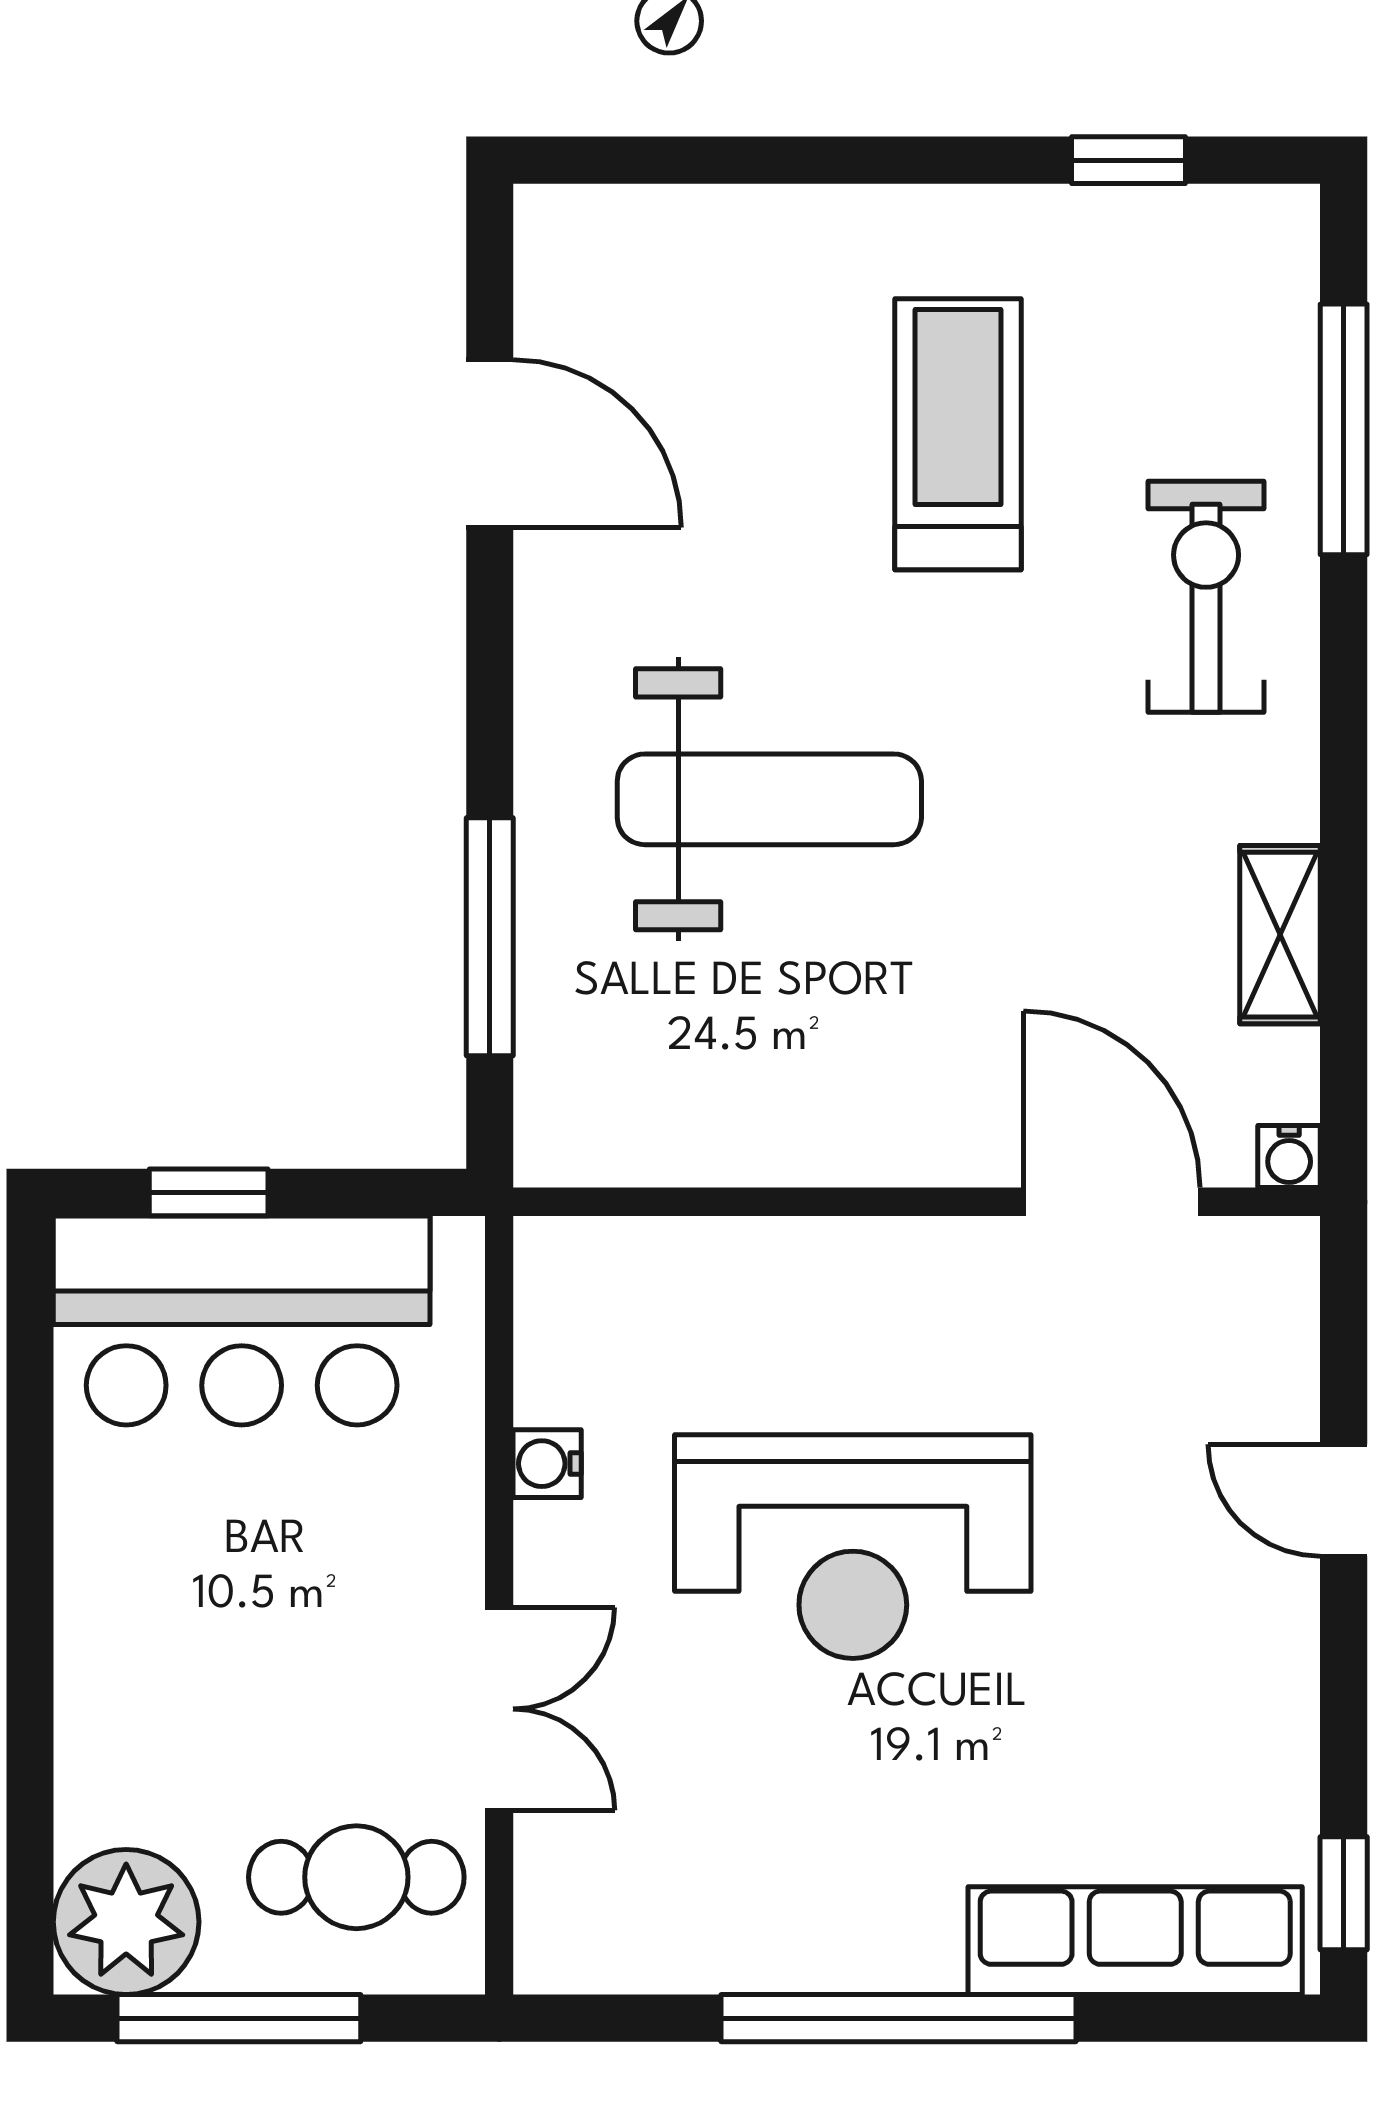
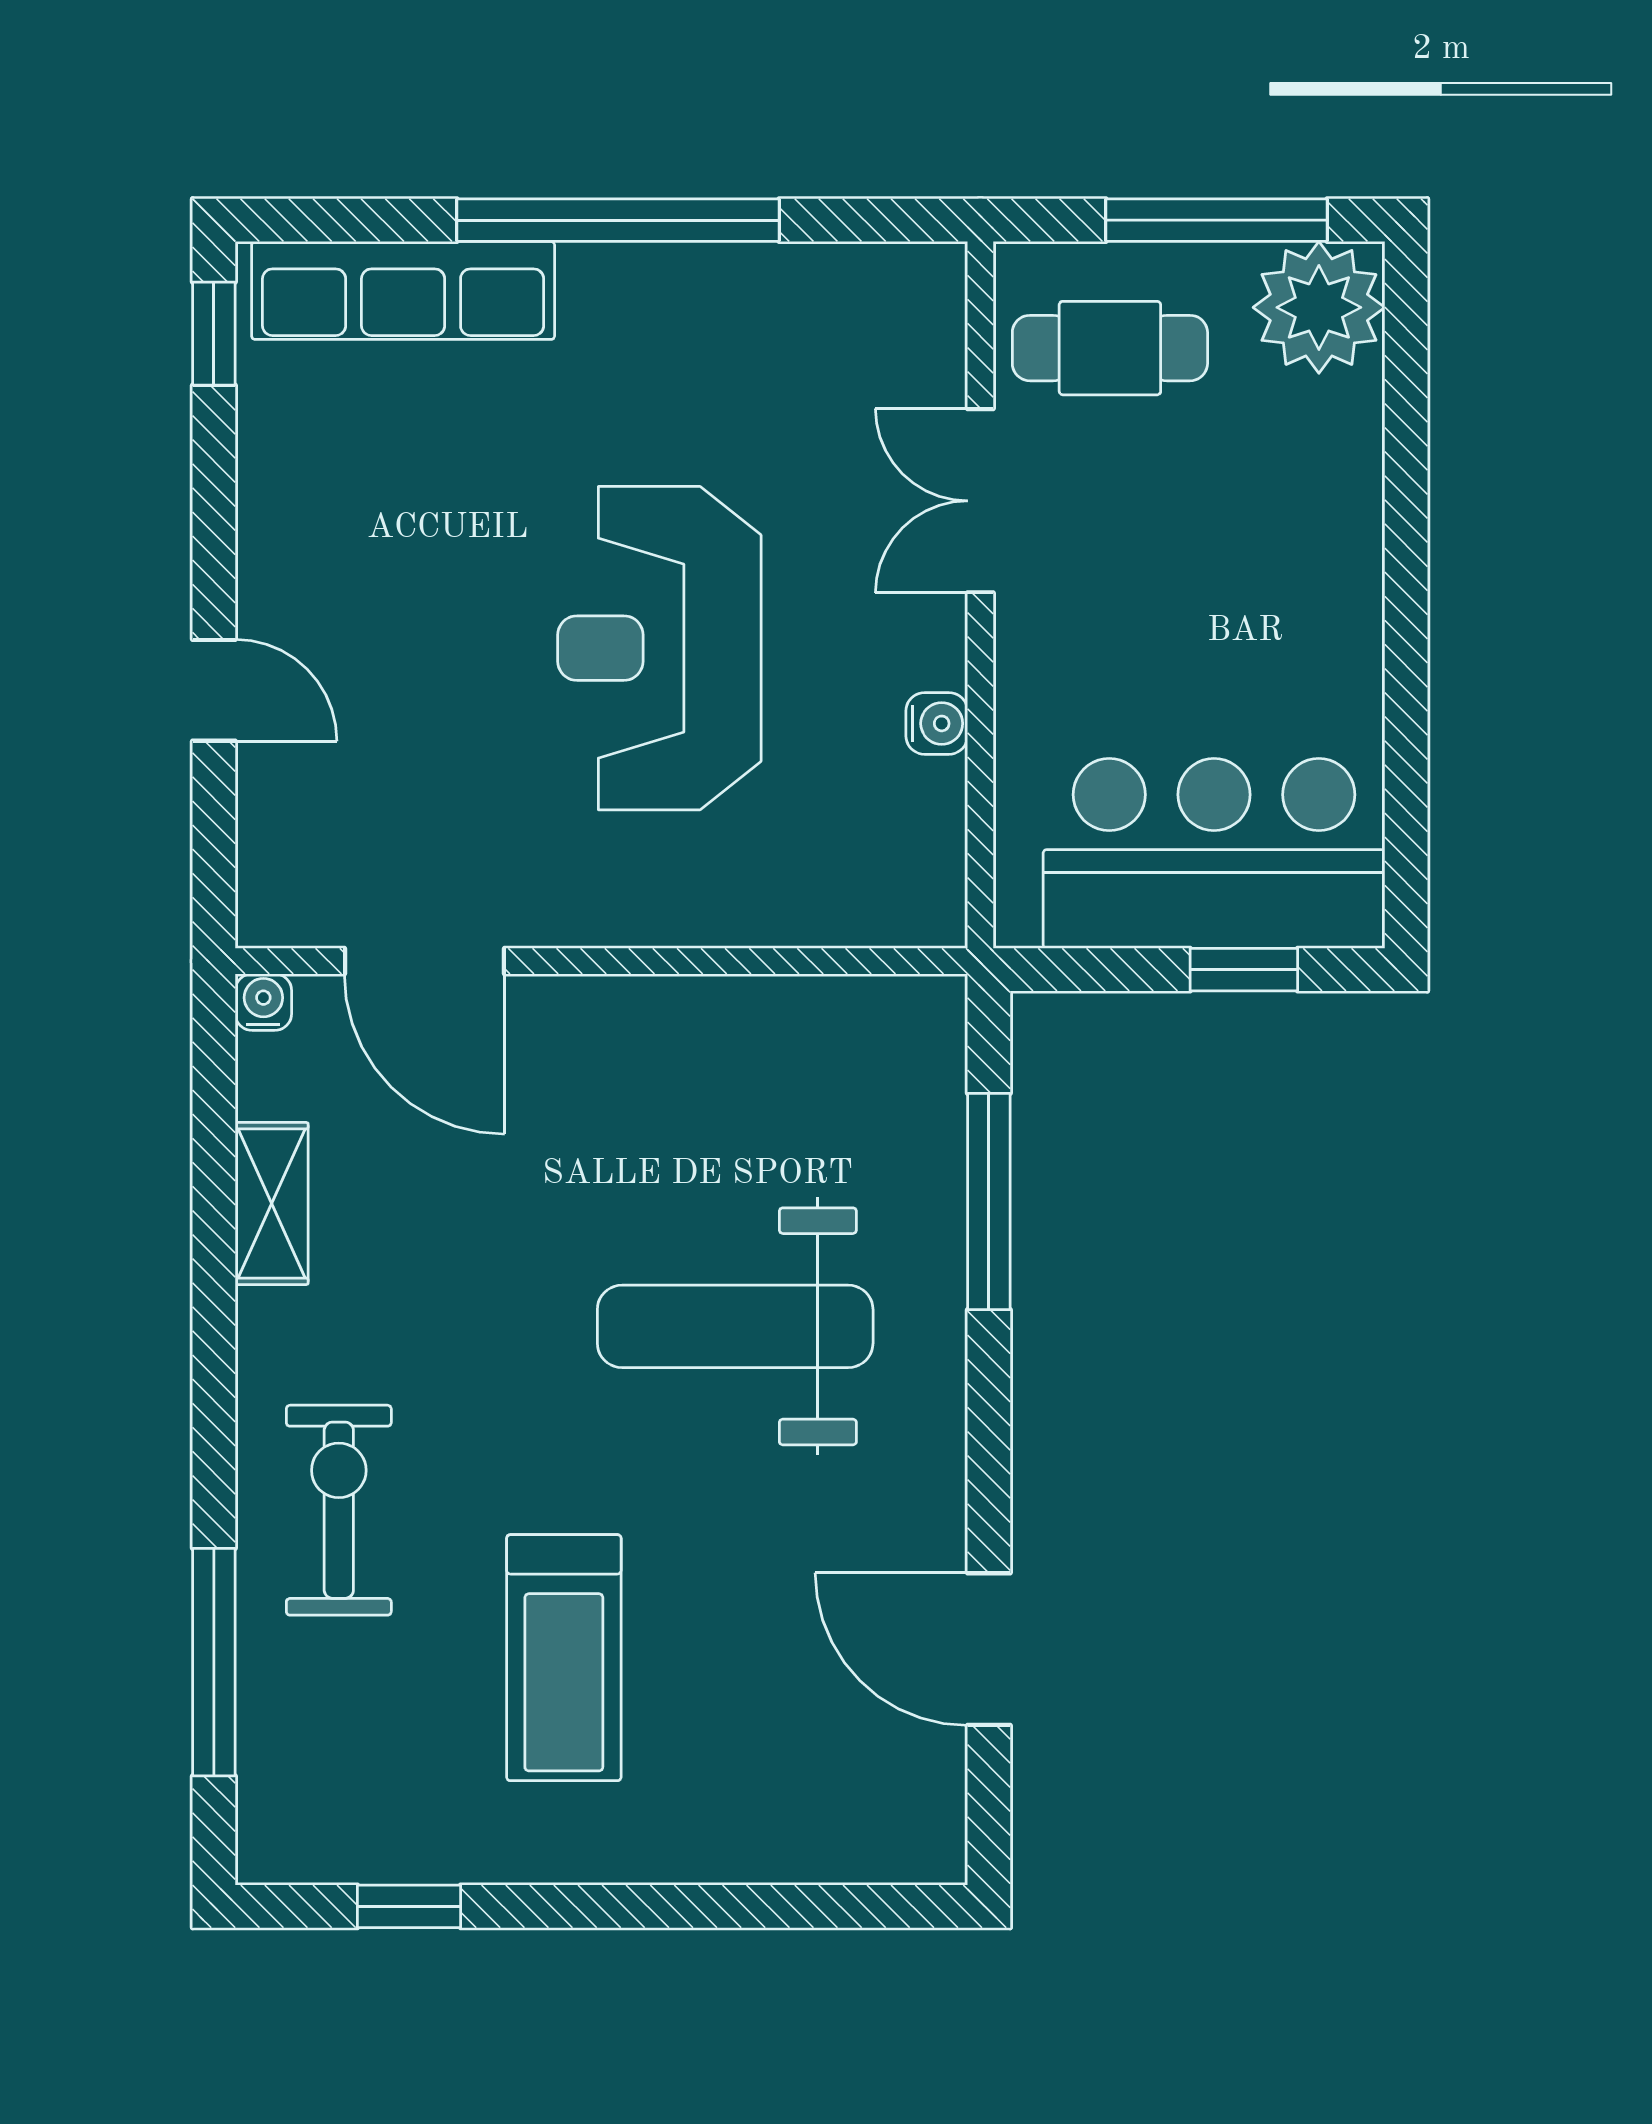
exercise bike: (1206, 597) -> (339, 1510), turned 180
reception desk: (853, 1547) -> (659, 648), turned -90

